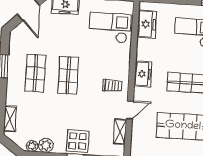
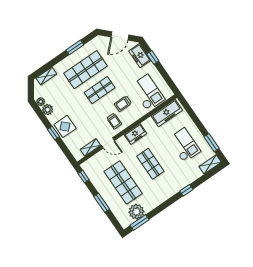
freezer: (147, 24) -> (167, 113), width x1.40
trolley: (101, 62) -> (123, 104), added
shop shelf: (35, 73) -> (85, 70), width x1.43, depth x1.36

